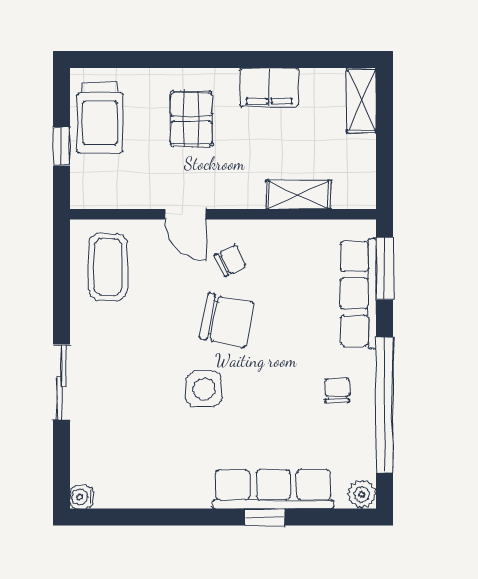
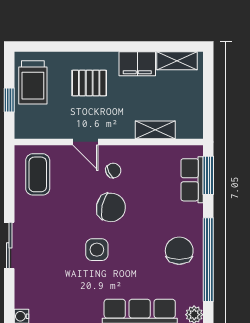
shelving: (361, 100) -> (177, 61), moved, turned 90
pallet: (191, 119) -> (89, 83), turned 90
row of seats: (358, 294) -> (192, 180), width x0.68
chair: (337, 391) -> (179, 251), width x1.87, depth x1.87

